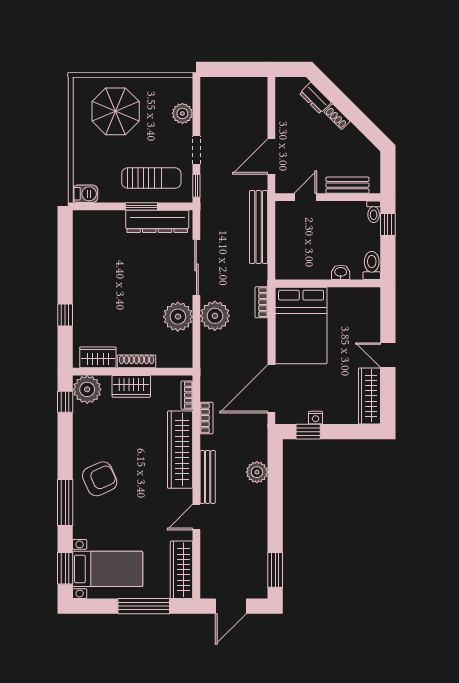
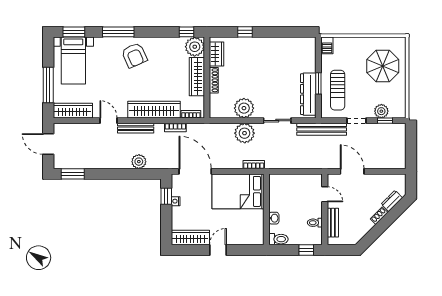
window: (196, 186) -> (385, 121), moved
toilet: (374, 212) -> (315, 223), moved
bench: (259, 227) -> (322, 129), moved
sliding door: (196, 267) -> (277, 121), width x0.73
wardrobe: (131, 386) -> (197, 77), width x1.50

